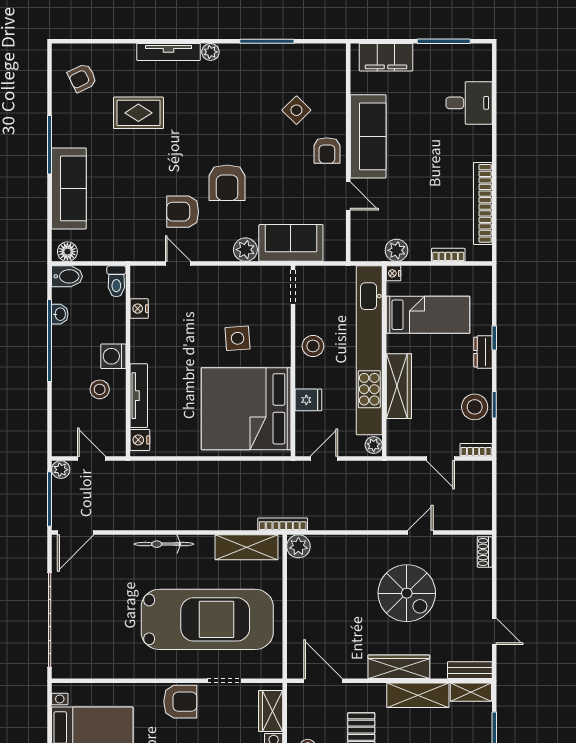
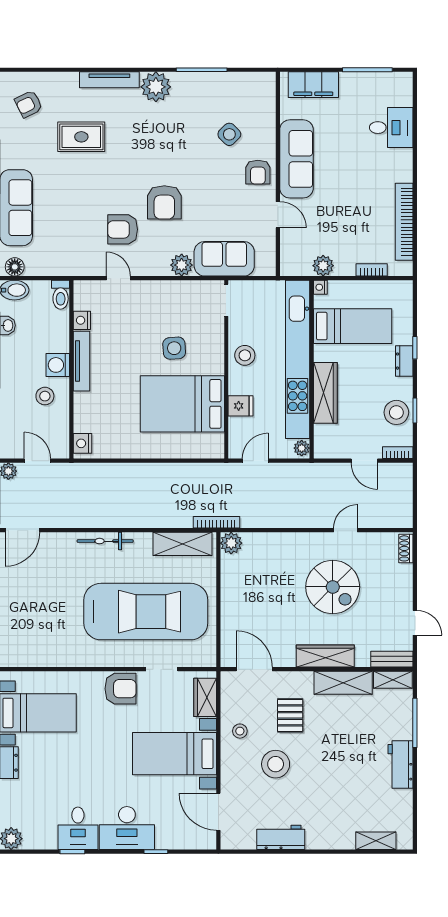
plant: (210, 52) -> (156, 87), width x1.88, depth x1.88
tv unit: (139, 396) -> (82, 361), moved
bed: (246, 409) -> (182, 404), width x0.73

